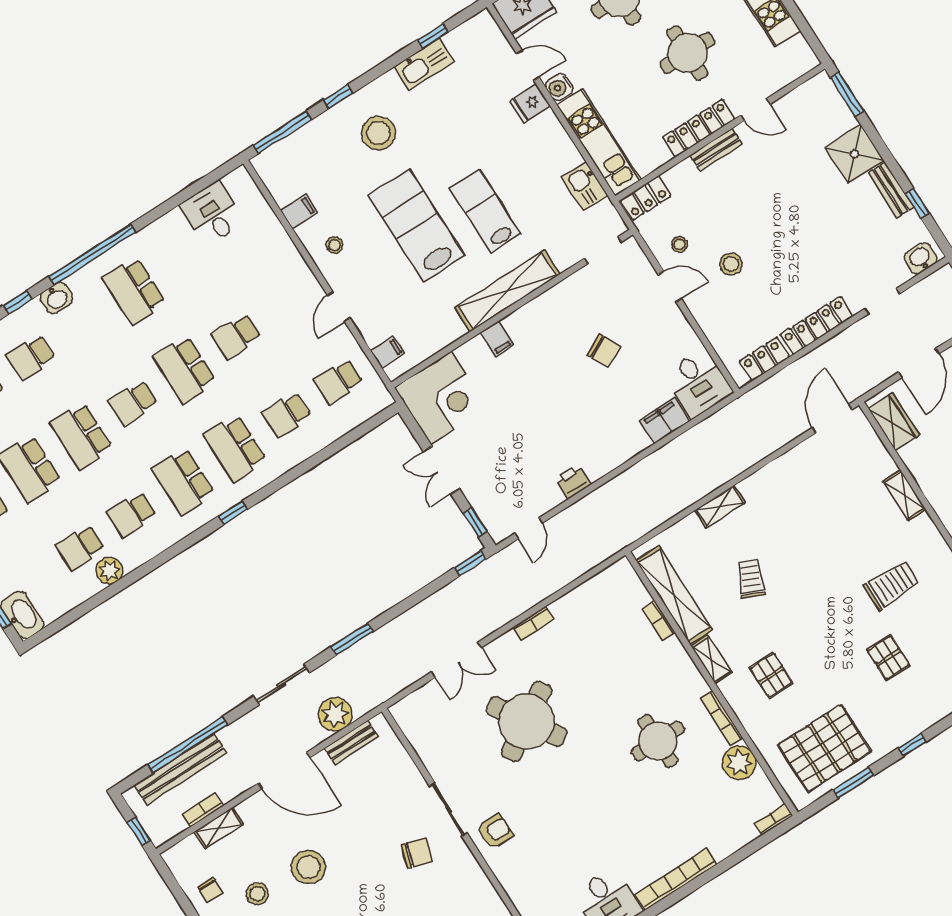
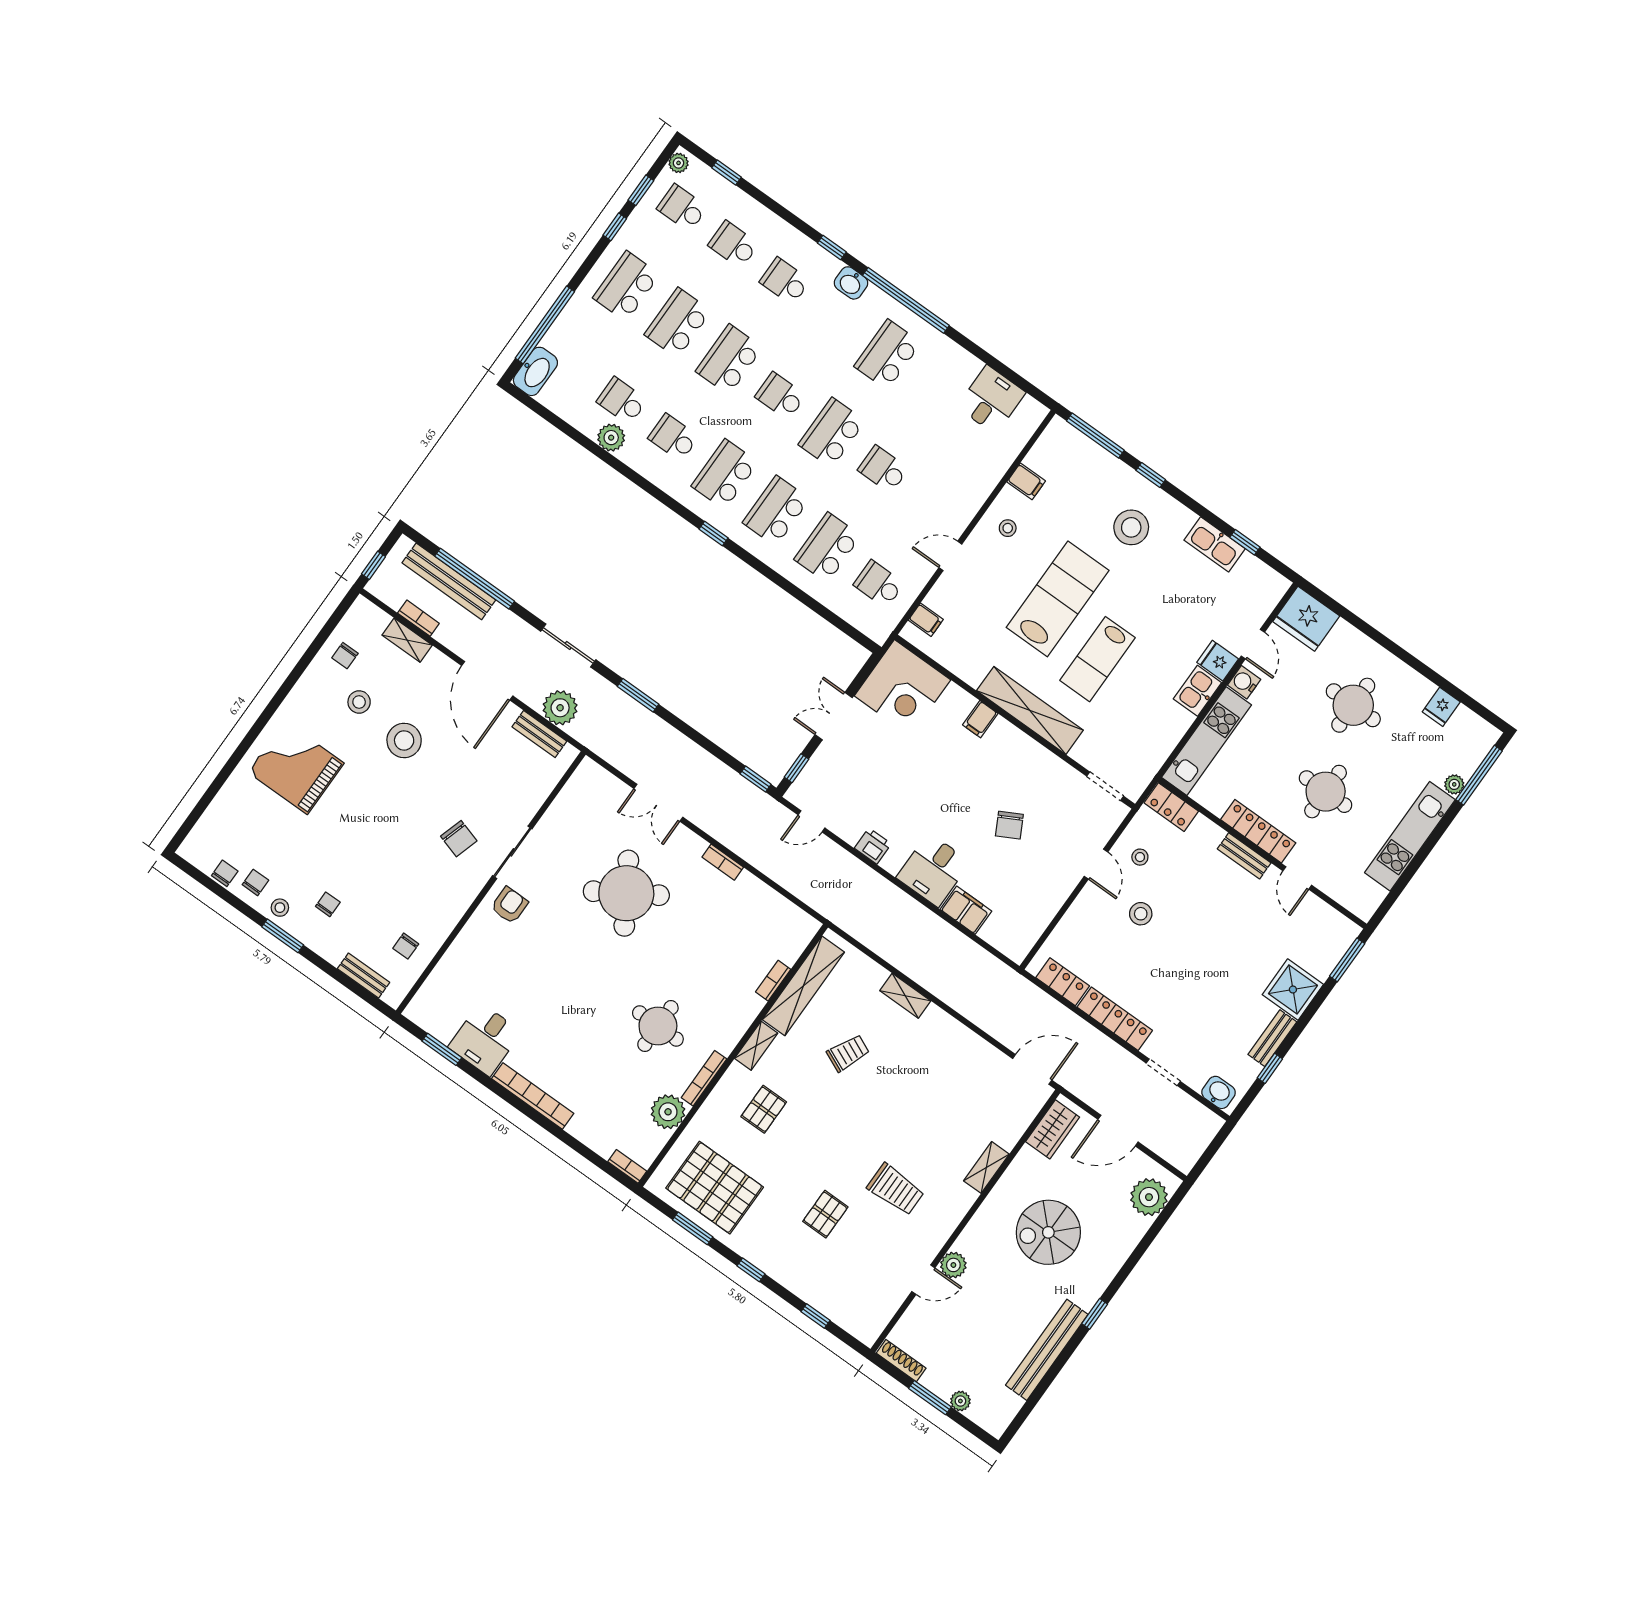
kitchen sink: (585, 186) -> (1197, 691), moved
lab bench: (485, 211) -> (1098, 659), turned 180
desk: (698, 383) -> (933, 870), moved
school desk: (287, 415) -> (827, 547), width x1.85
armchair: (495, 831) -> (509, 905), turned -90

